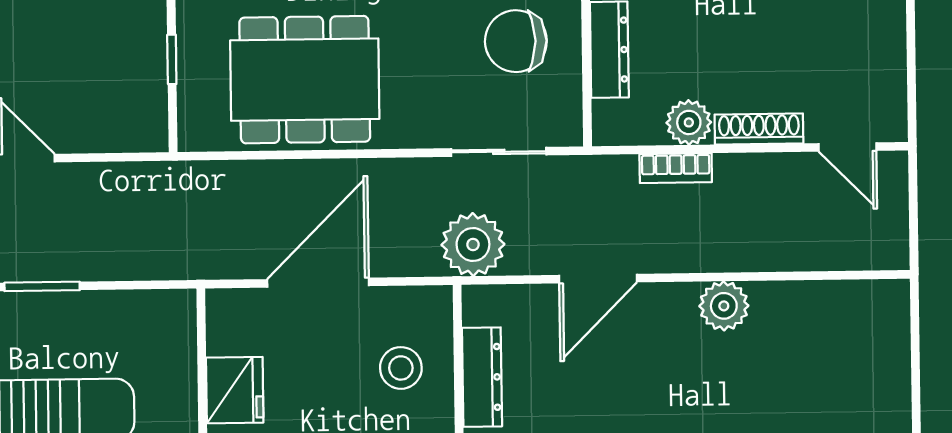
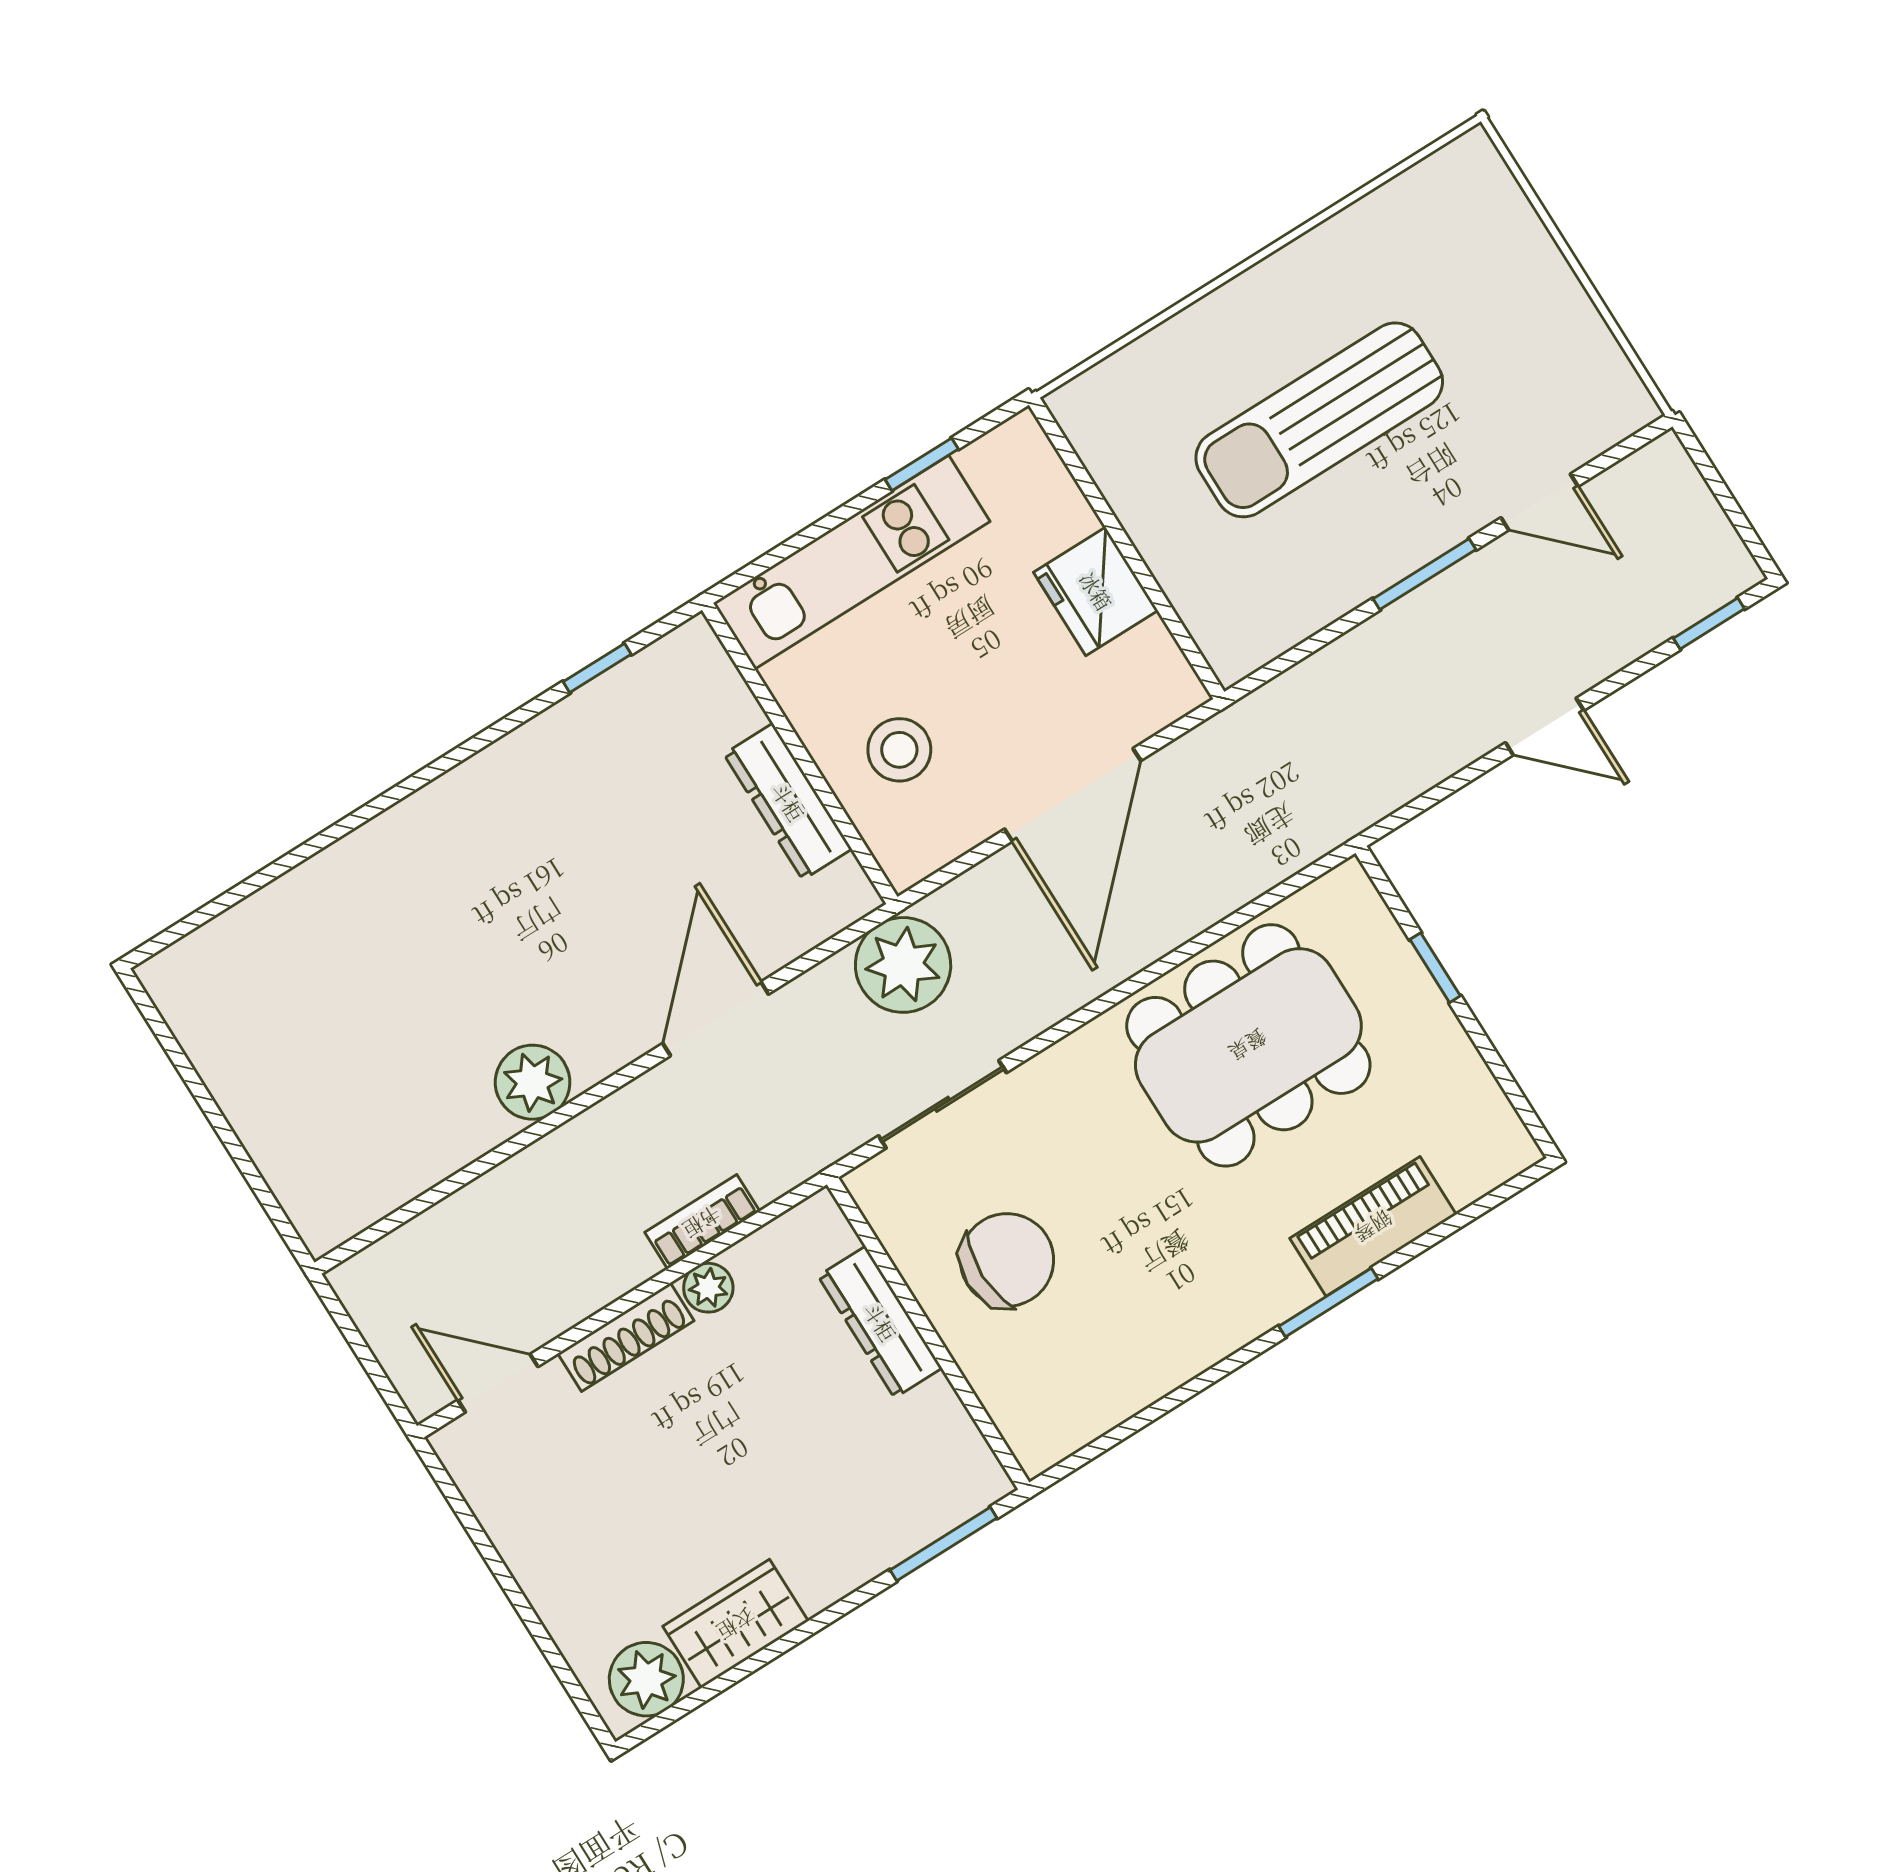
plant: (689, 122) -> (708, 1288), width x0.73, depth x0.73

